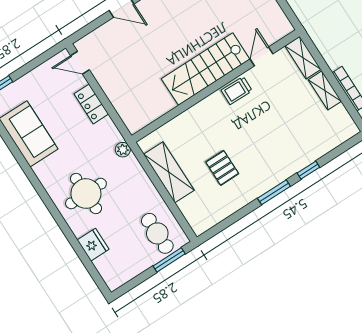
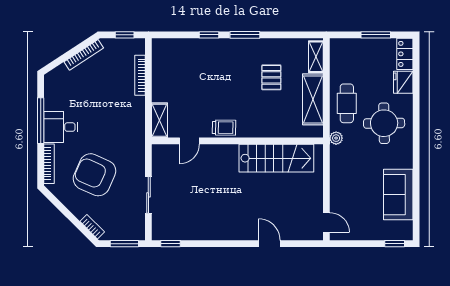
stairs: (206, 69) -> (276, 158), moved
shelving: (325, 90) -> (316, 57), moved
locker: (91, 104) -> (405, 54), moved, turned 180
cafe table: (157, 233) -> (347, 103), moved
window: (169, 260) -> (376, 35), moved

